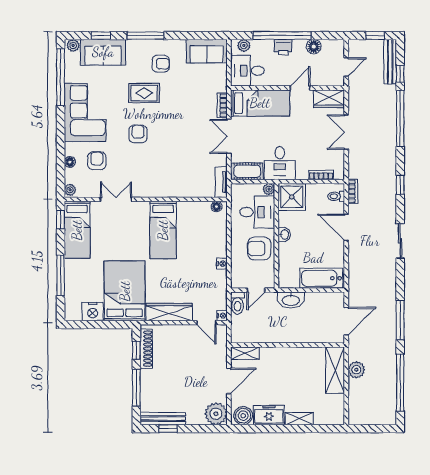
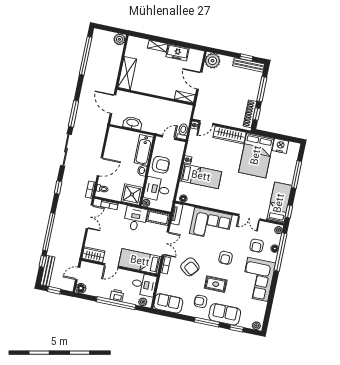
floor lamp: (314, 47) -> (81, 288), moved
sofa: (103, 52) -> (225, 314), moved
window: (61, 77) -> (280, 252), moved
armchair: (186, 110) -> (190, 267), added
double door: (346, 132) -> (89, 217), moved
corner sofa: (169, 178) -> (211, 224), added
door: (346, 227) -> (100, 167), hinge flipped
bed: (163, 230) -> (201, 176), moved, turned 90
sliding door: (400, 241) -> (66, 150), width x1.37
bathtub: (321, 278) -> (144, 150), moved, turned 90
washbasin: (291, 300) -> (133, 123), moved
window: (400, 320) -> (74, 114), moved
door: (346, 321) -> (113, 104), hinge flipped
door: (206, 323) -> (206, 123), swing flipped
plant: (356, 370) -> (119, 39), moved
door: (229, 381) -> (199, 81), hinge flipped
boiler: (243, 416) -> (195, 56), removed

